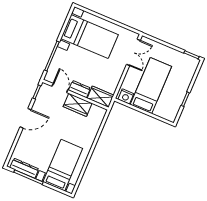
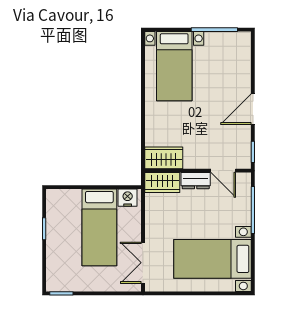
wardrobe: (78, 105) -> (164, 158), moved
dresser: (24, 168) -> (225, 39), removed

